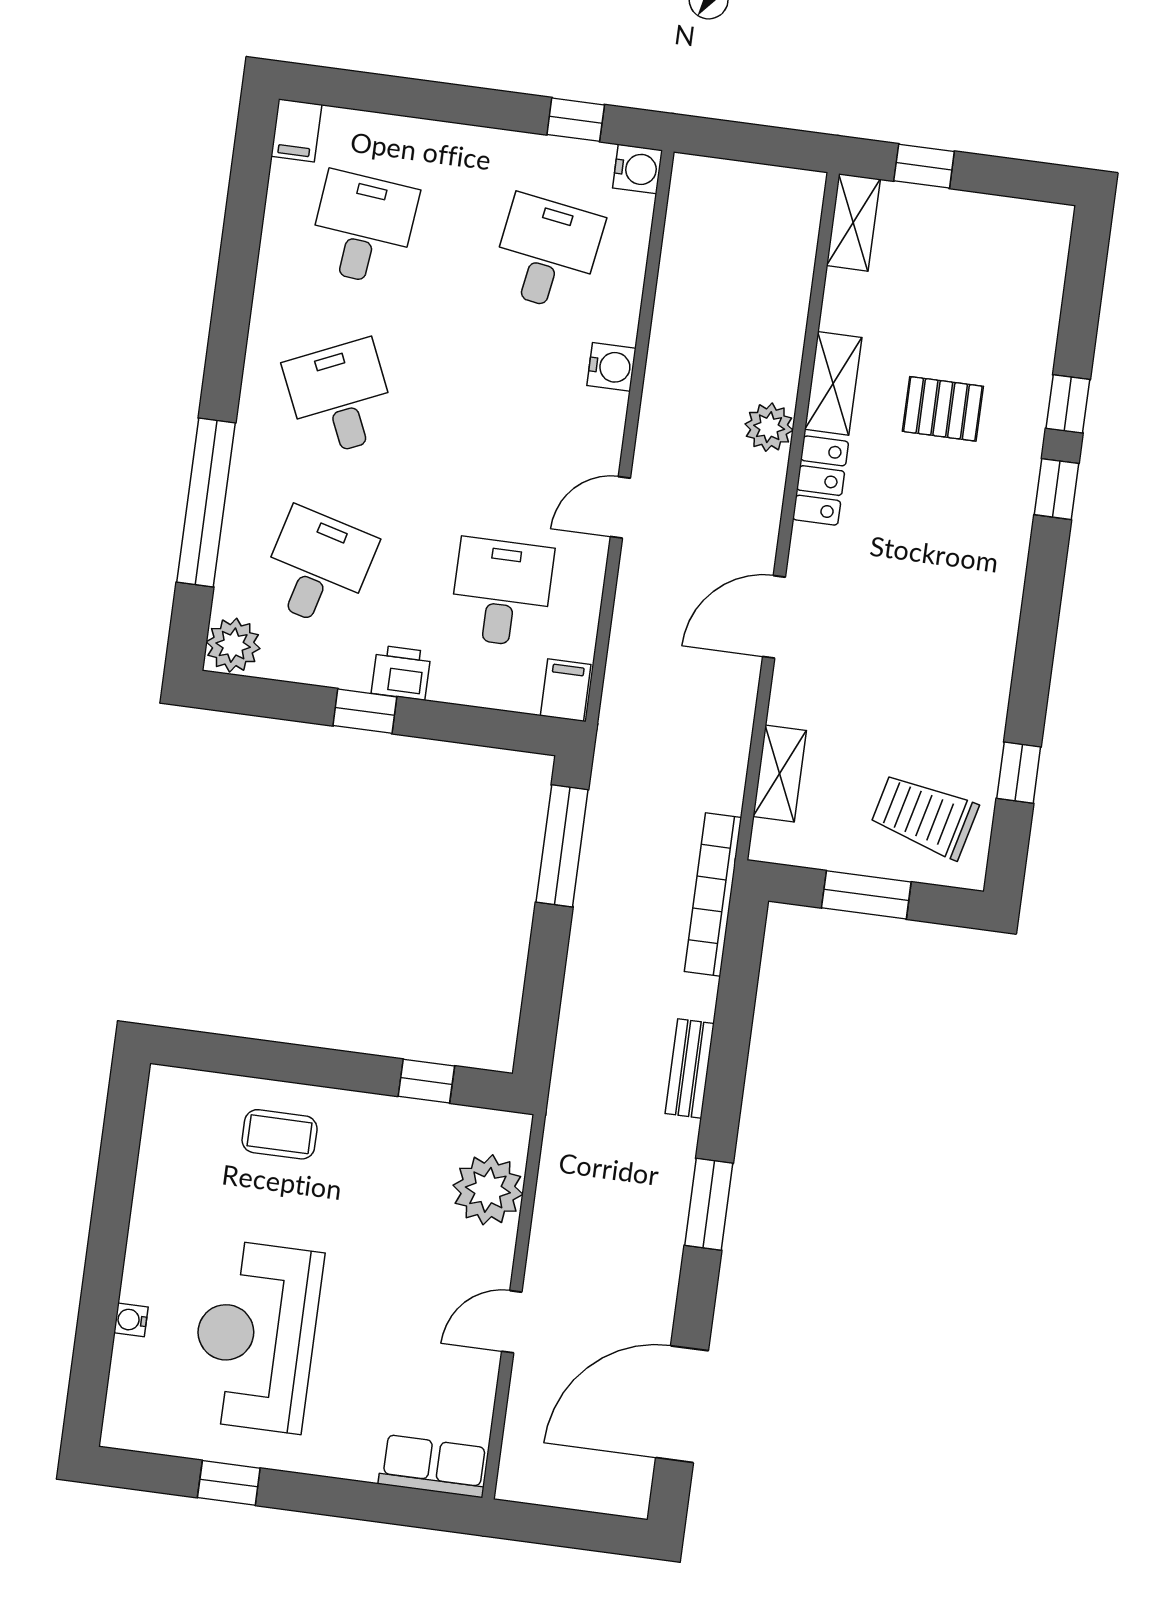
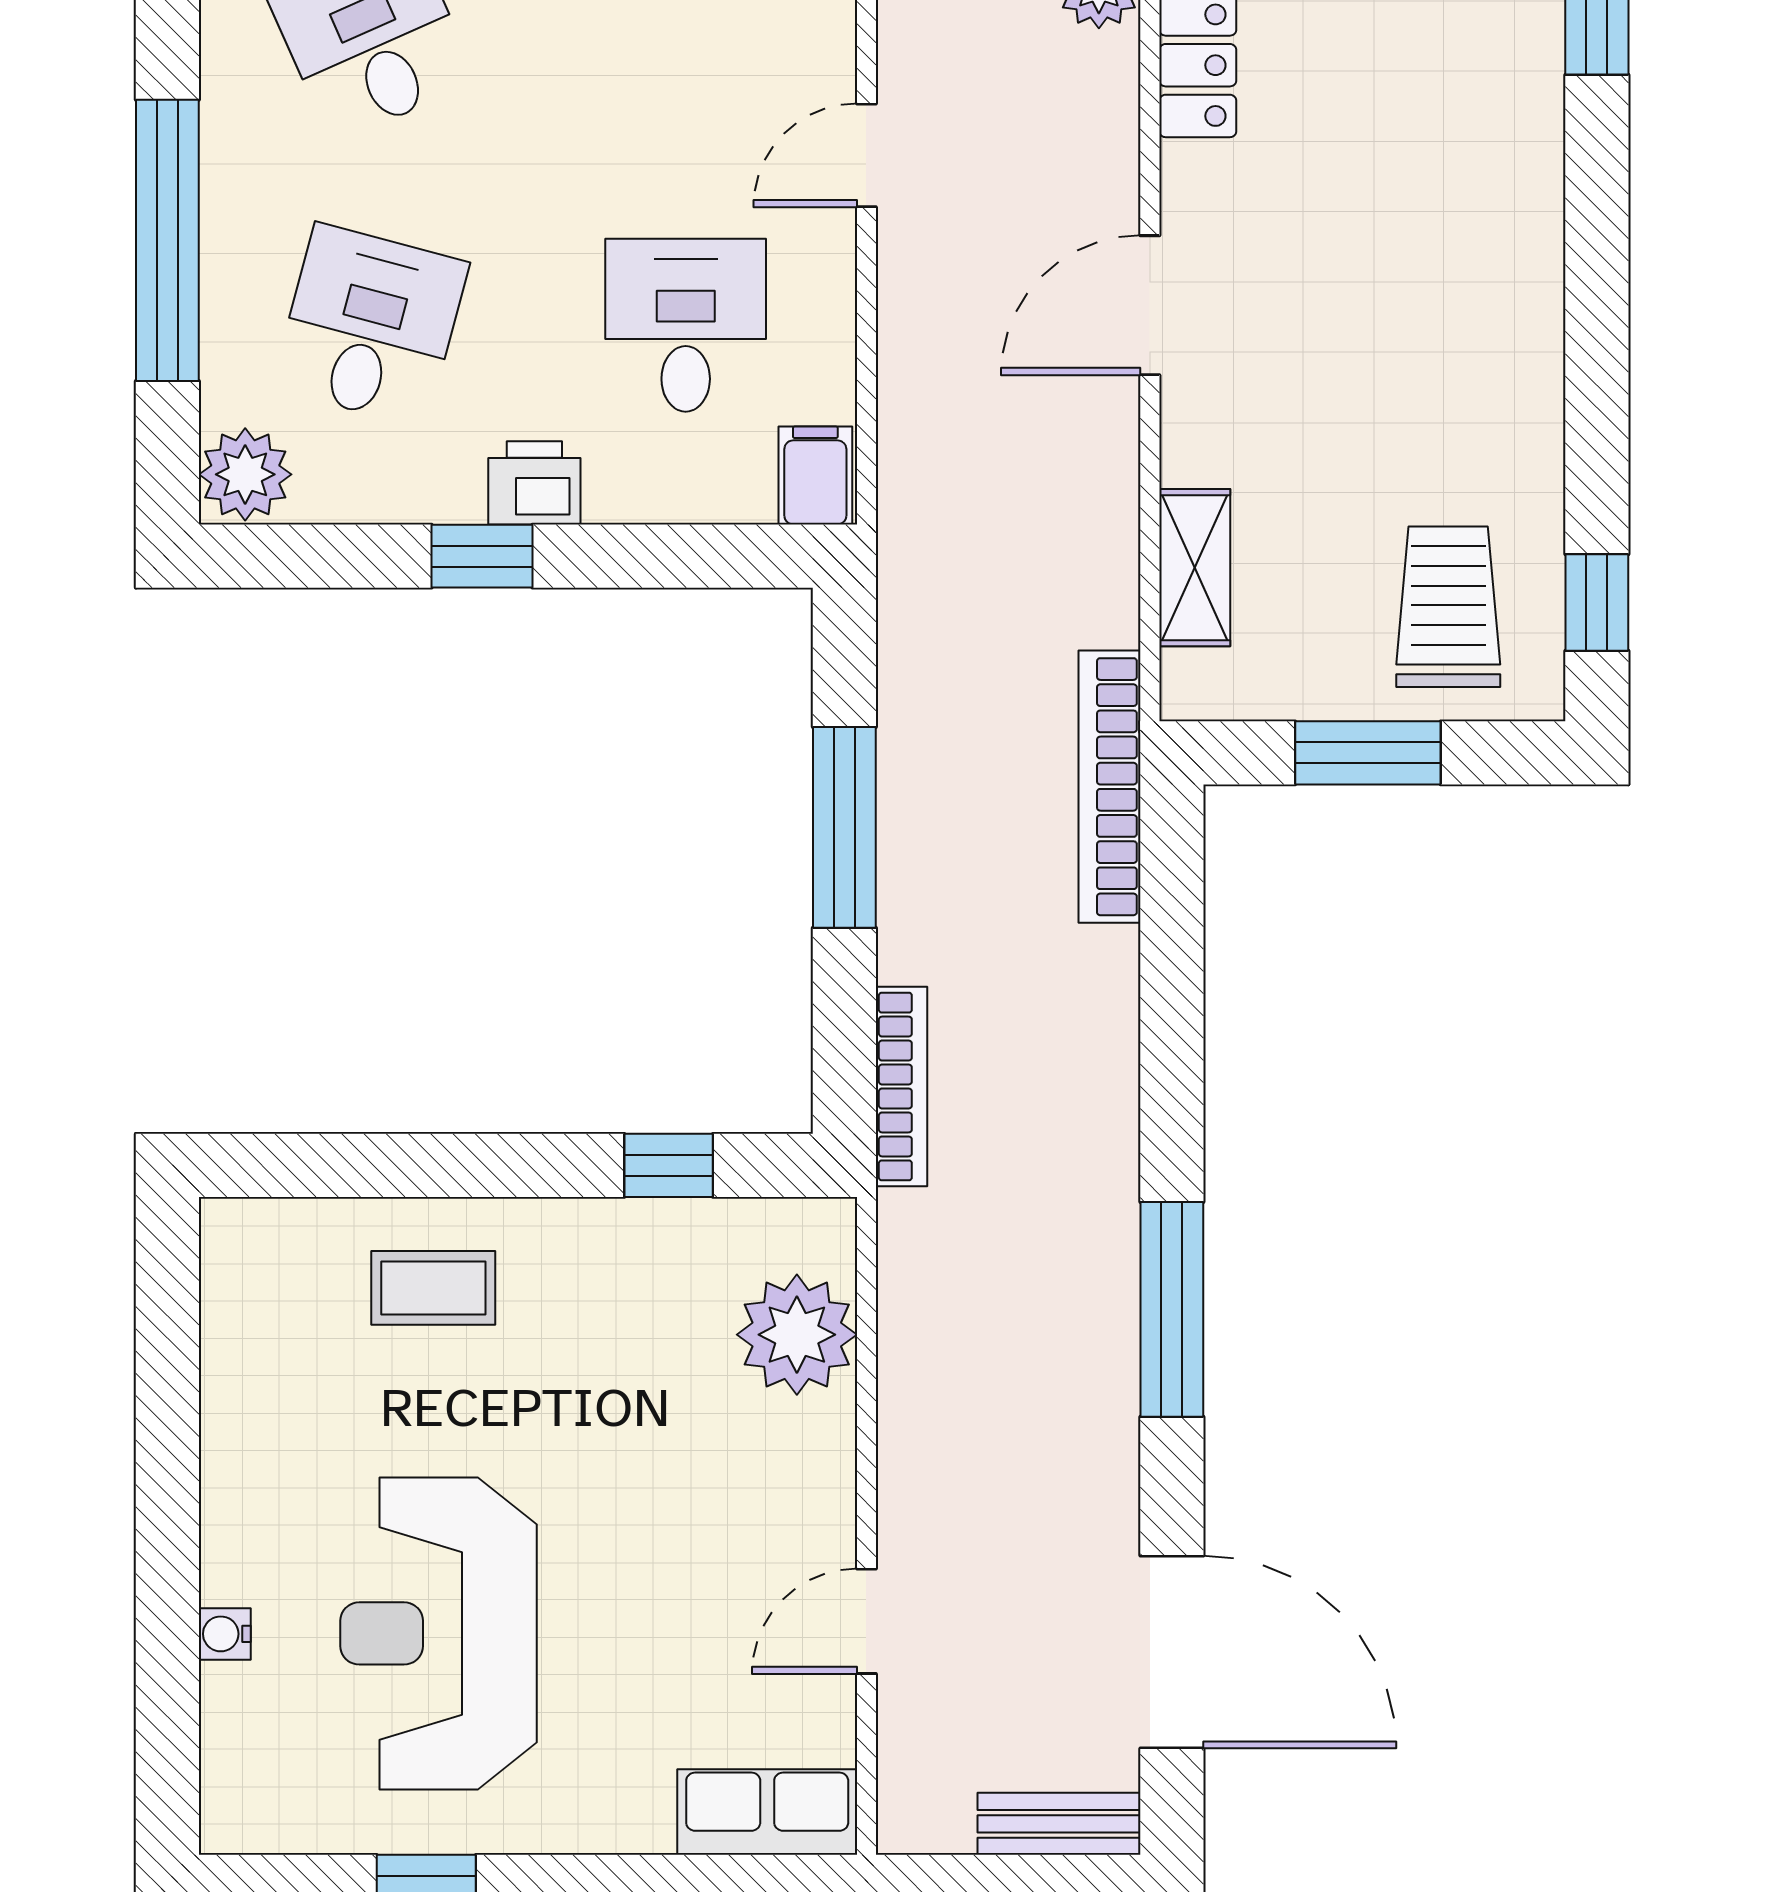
window: (1019, 773) -> (1597, 602), moved
trolley: (925, 816) -> (1448, 607), turned 76
window: (562, 846) -> (844, 827), moved
bookcase: (568, 1053) -> (901, 1086), added
bench: (690, 1069) -> (1059, 1824), moved, turned 90
window: (709, 1204) -> (1172, 1309), width x1.44
door: (512, 1322) -> (866, 1621), moved
door: (682, 1404) -> (1172, 1652), swing flipped

